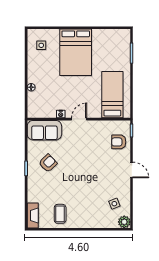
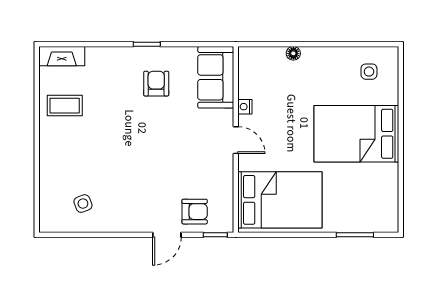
bed: (112, 95) -> (280, 200), width x1.50
armchair: (119, 142) -> (195, 212), turned 90
armchair: (48, 163) -> (156, 84), turned -136
door: (132, 170) -> (167, 235), moved
plant: (124, 222) -> (50, 221), removed

